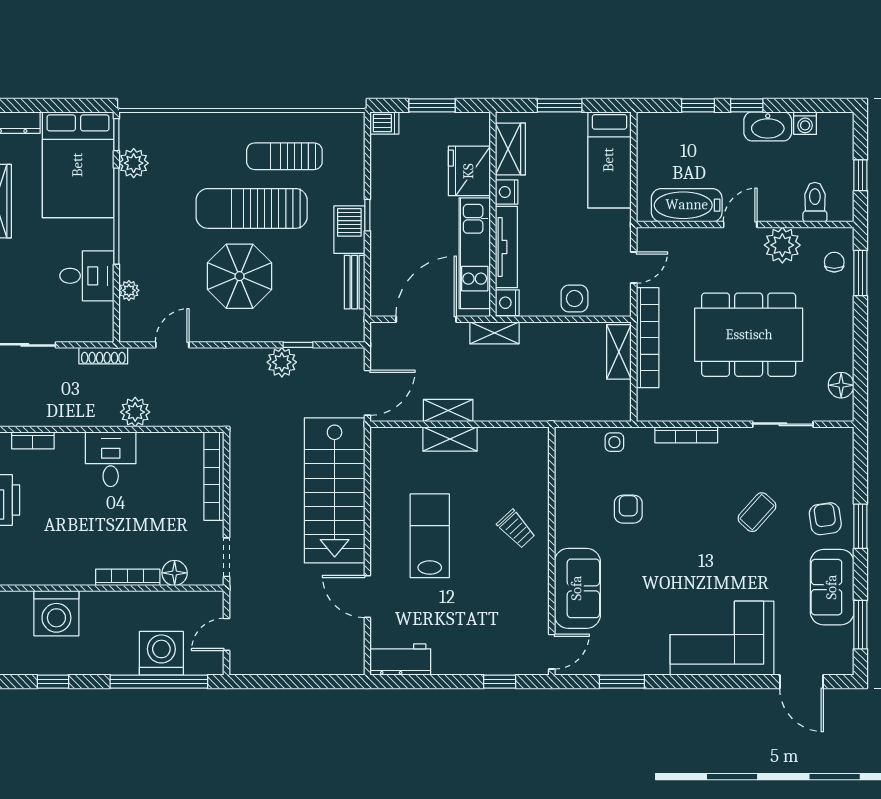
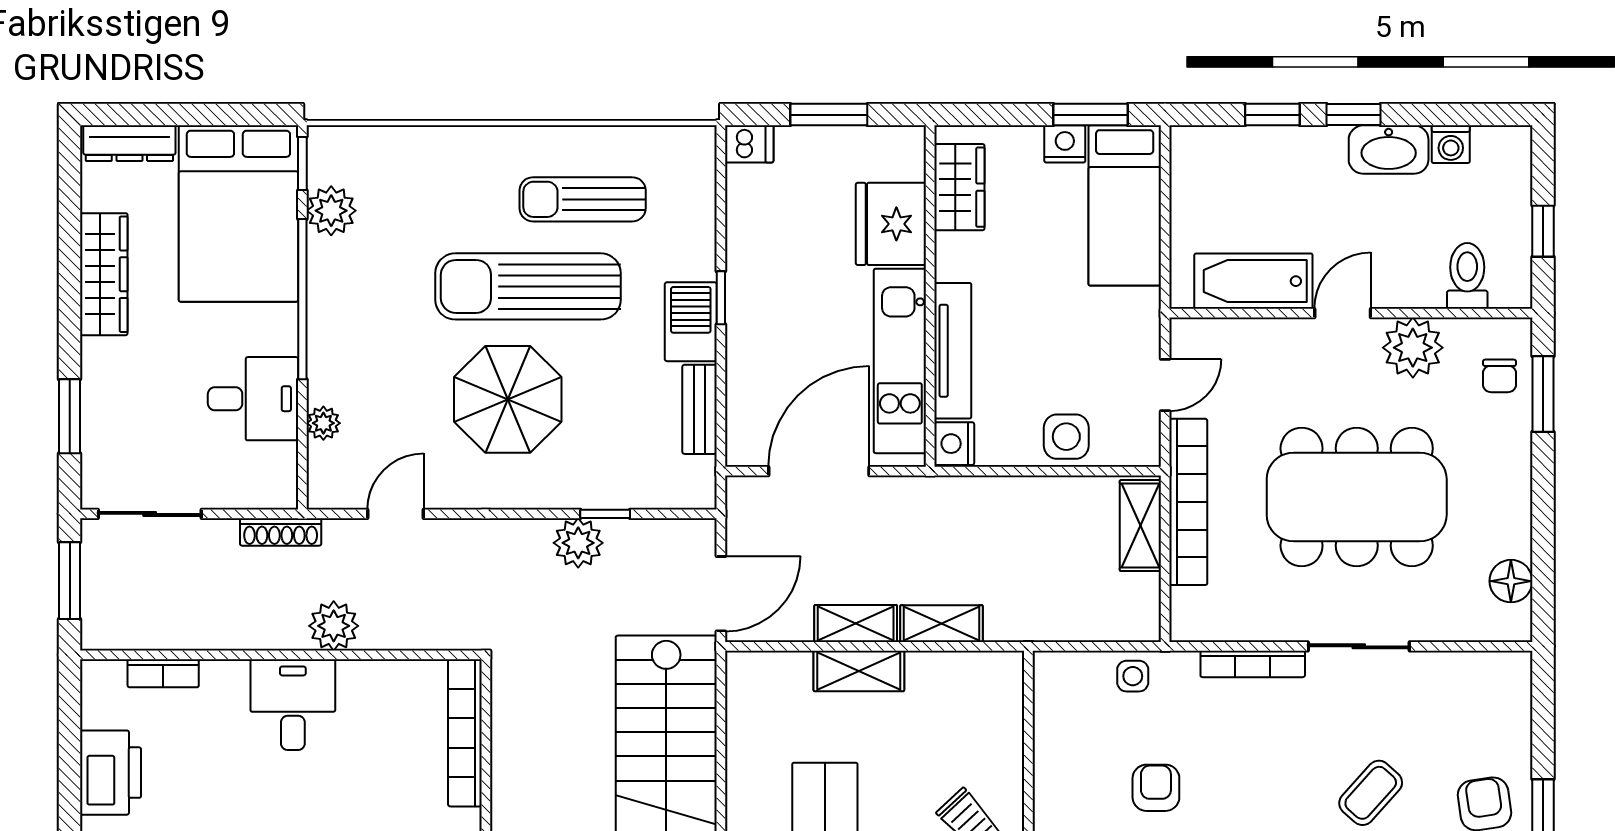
window: (560, 105) -> (1090, 115), moved
nightstand: (507, 192) -> (1065, 144), moved, turned 90
chair: (834, 262) -> (1500, 376), turned 180
shelving: (494, 333) -> (942, 624), moved
sliding door: (783, 424) -> (1359, 646), moved

